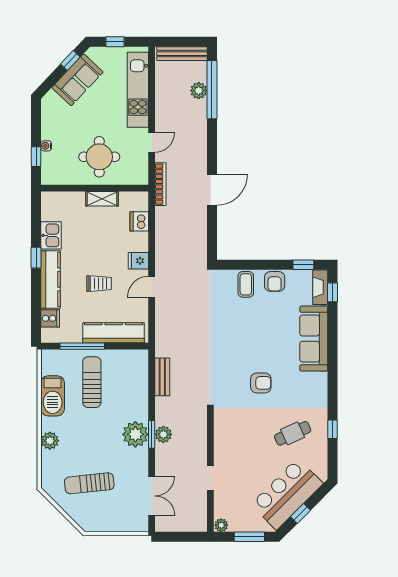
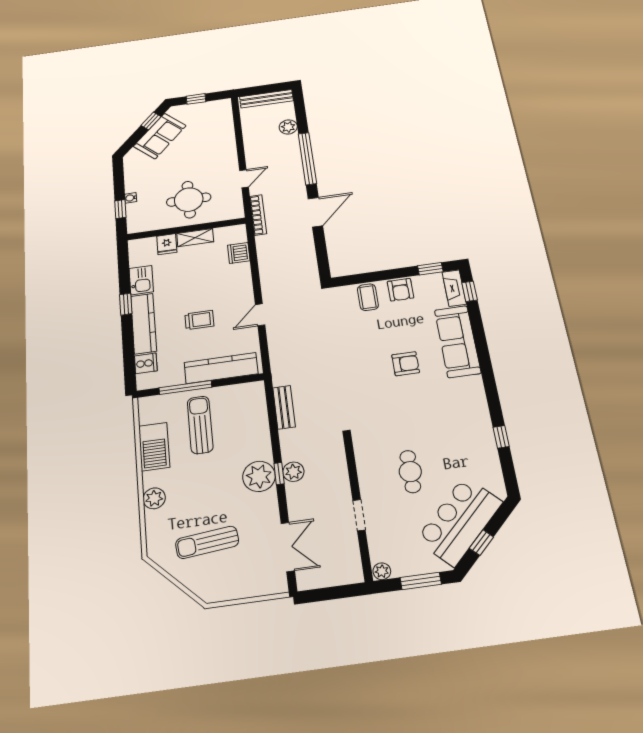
kitchen unit: (138, 90) -> (224, 135), removed
window: (212, 90) -> (307, 158), moved
fridge: (138, 261) -> (167, 244), moved, turned -90
armchair: (261, 383) -> (406, 364), moved
cafe table: (293, 433) -> (410, 472), moved, turned -66
window: (152, 434) -> (279, 474), width x0.67

